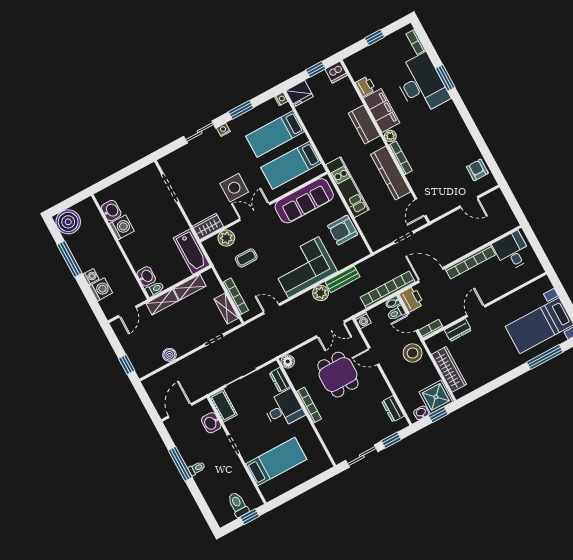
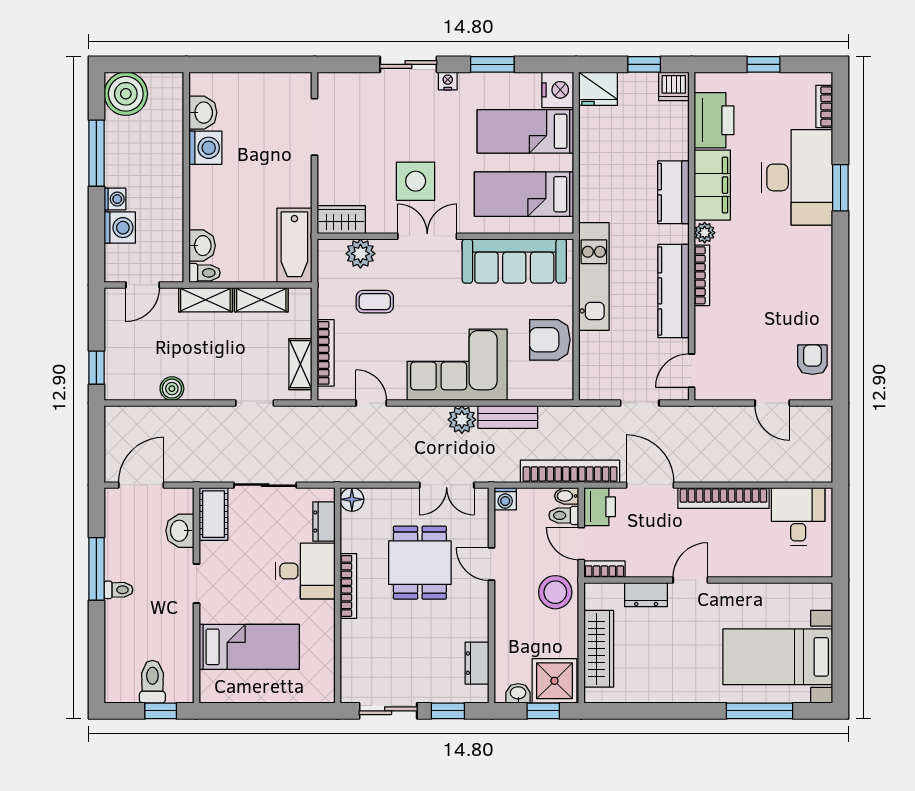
printer: (365, 86) -> (714, 120), width x1.87, depth x1.48
nightstand: (281, 99) -> (558, 90), width x1.89, depth x1.79

